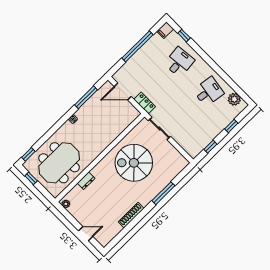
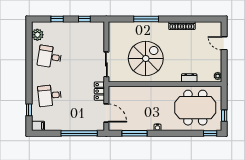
window: (138, 46) -> (79, 133), moved
spiral stairs: (134, 163) -> (146, 58), turned -90

